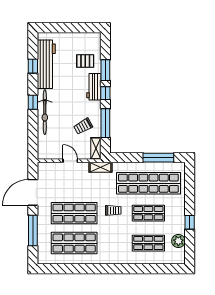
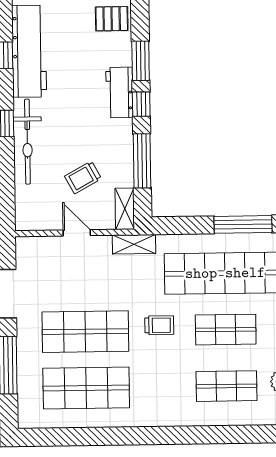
pallet: (85, 61) -> (112, 19), moved
trolley: (83, 126) -> (83, 177), moved

